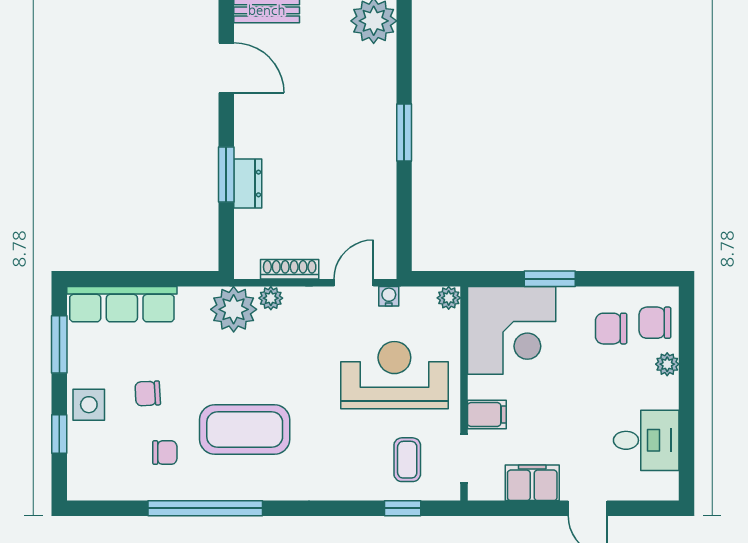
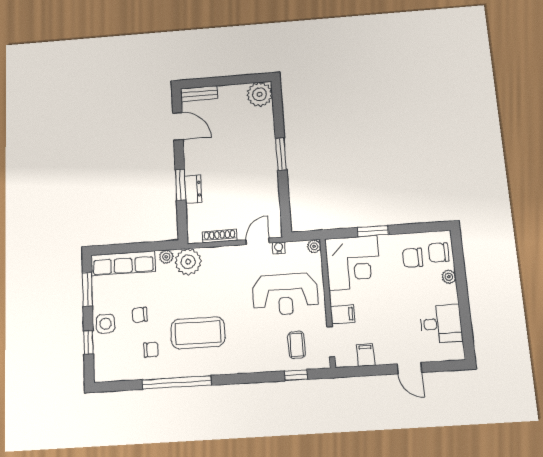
plant: (271, 298) -> (166, 257), moved
reception desk: (394, 375) -> (285, 294), turned 180
filing cabinet: (532, 483) -> (366, 355), width x0.50

